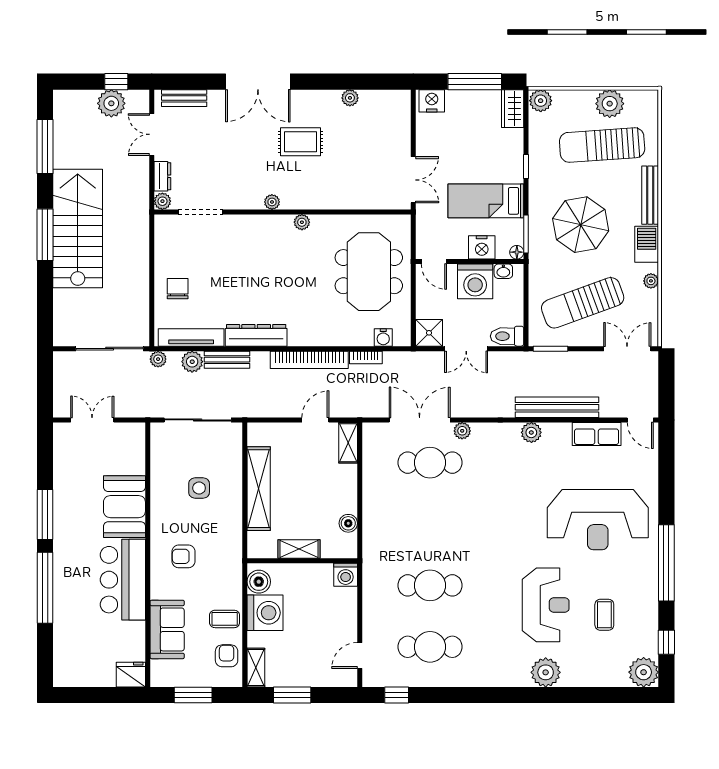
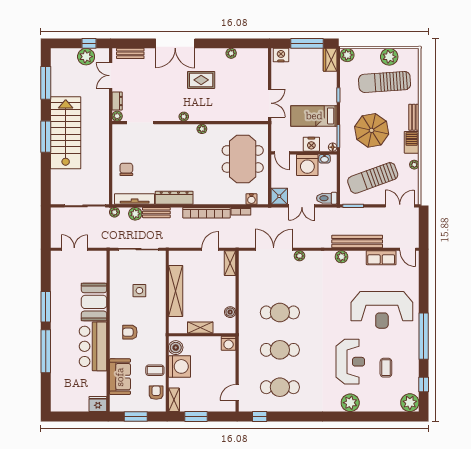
bench: (650, 195) -> (414, 117), width x0.73
cafe table: (430, 463) -> (280, 312), moved

